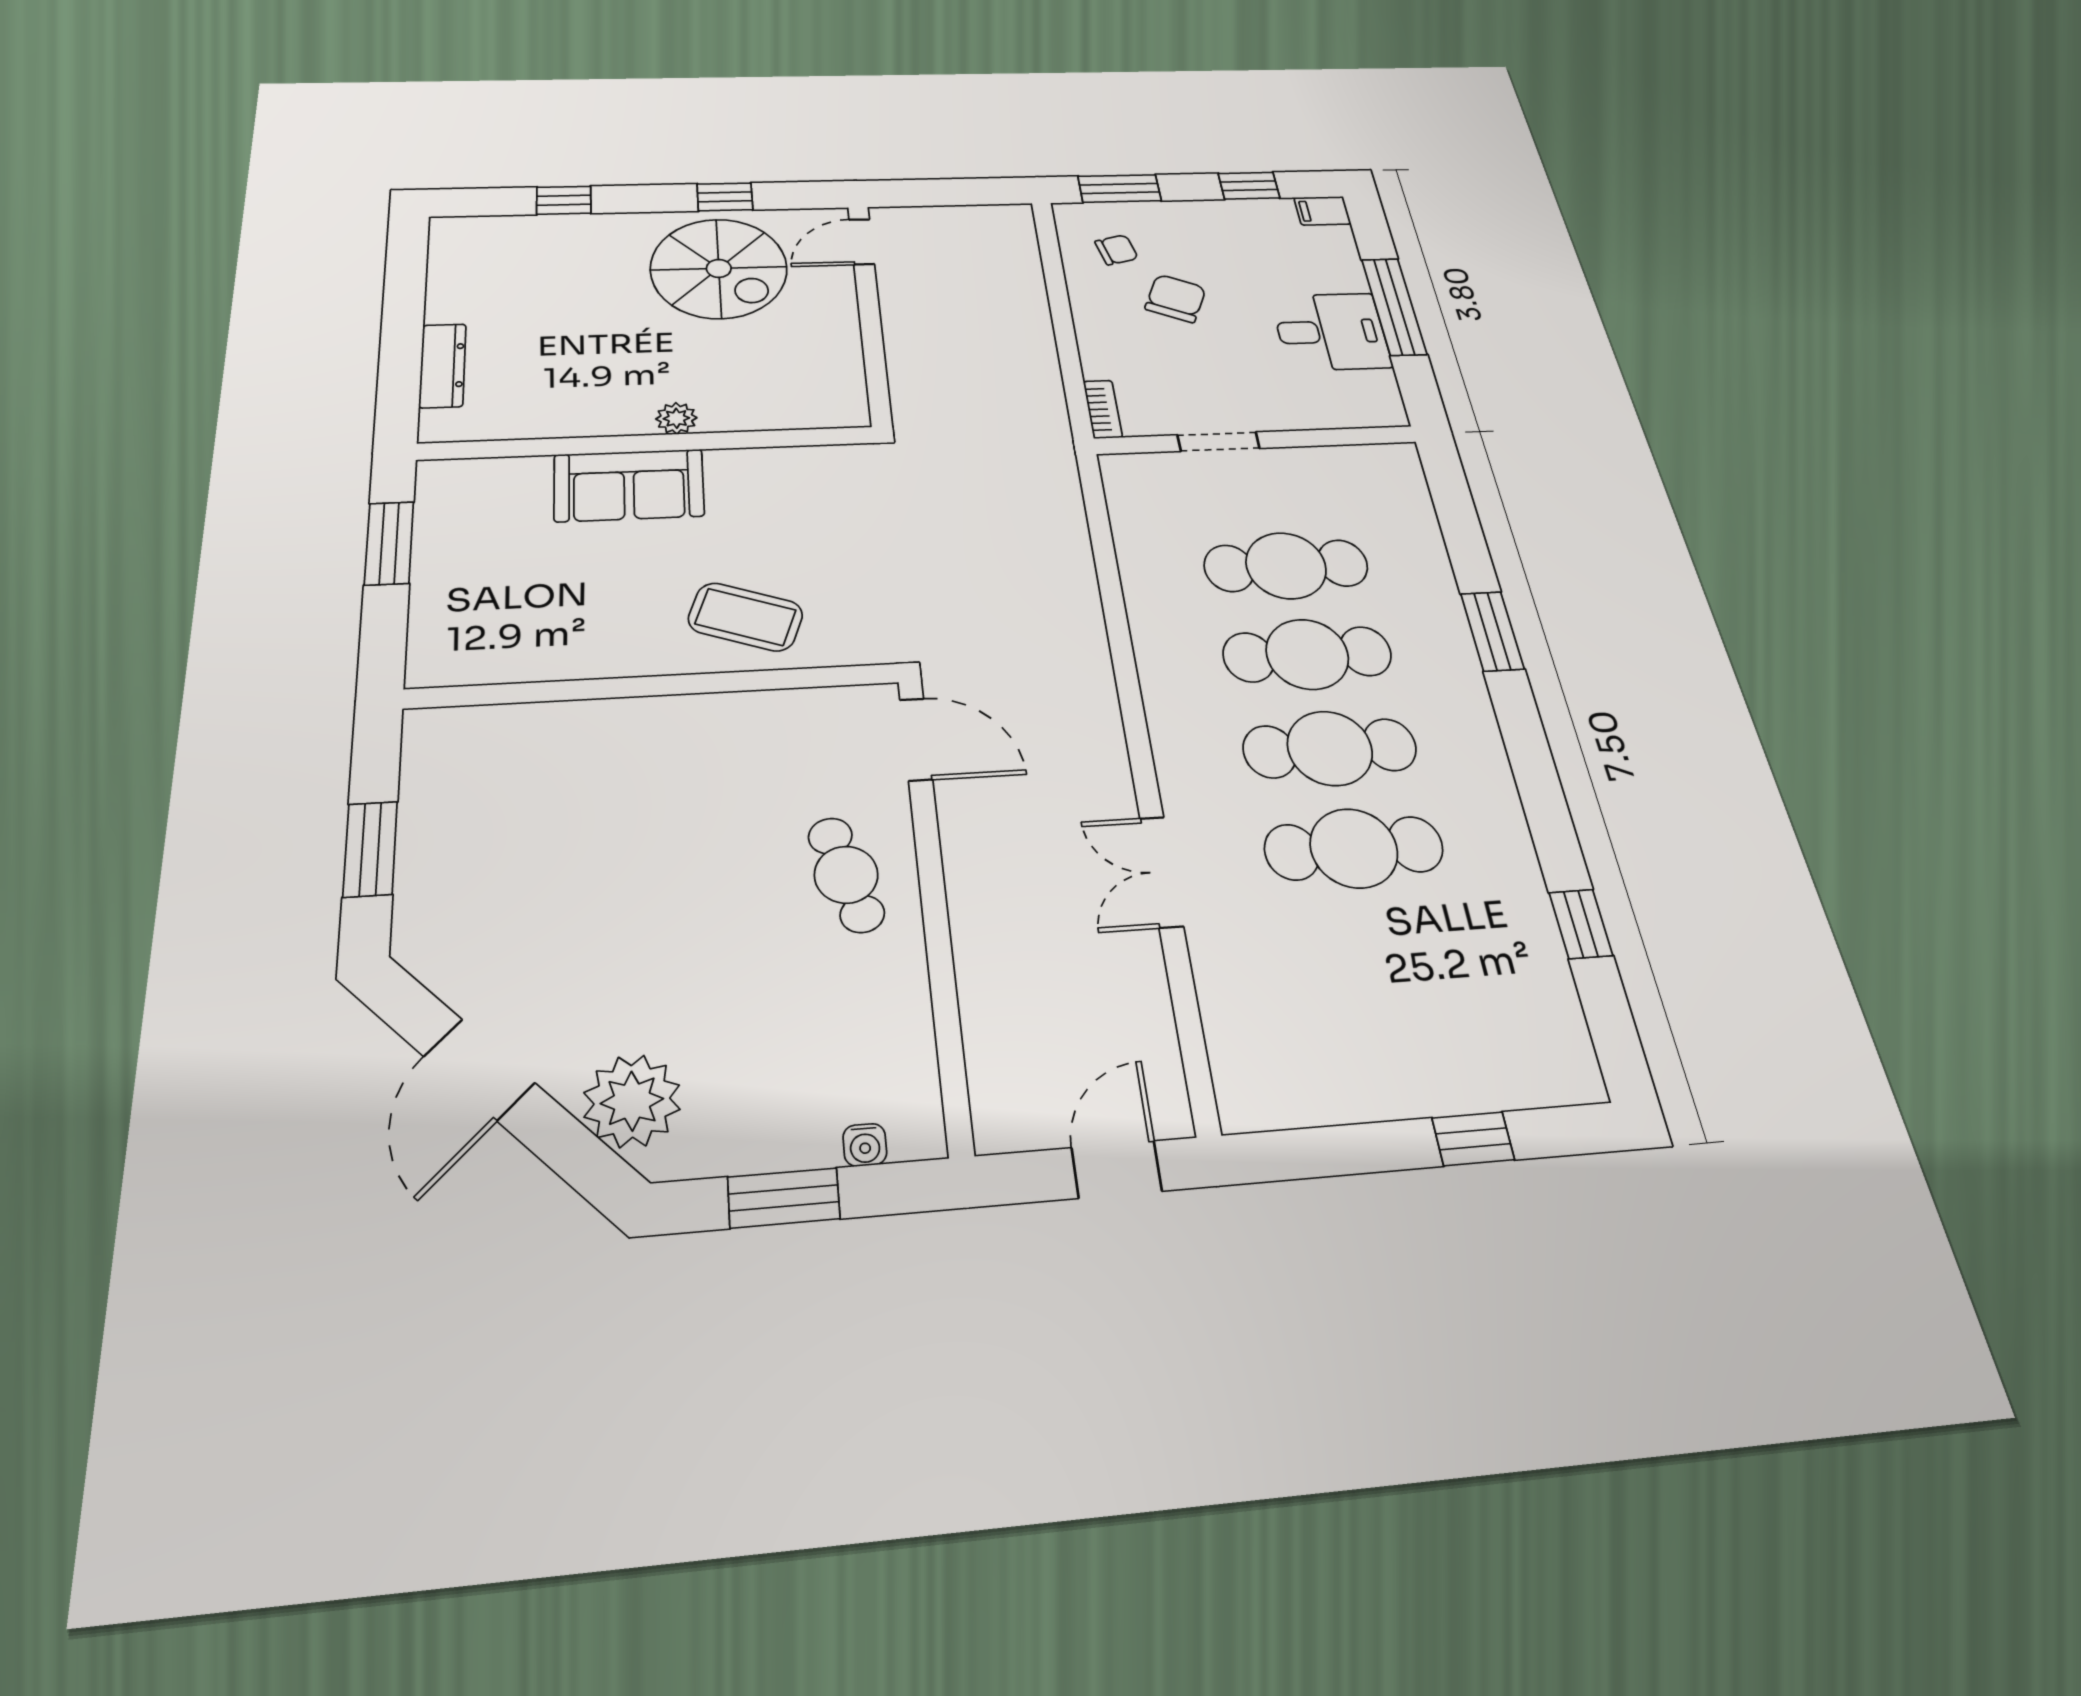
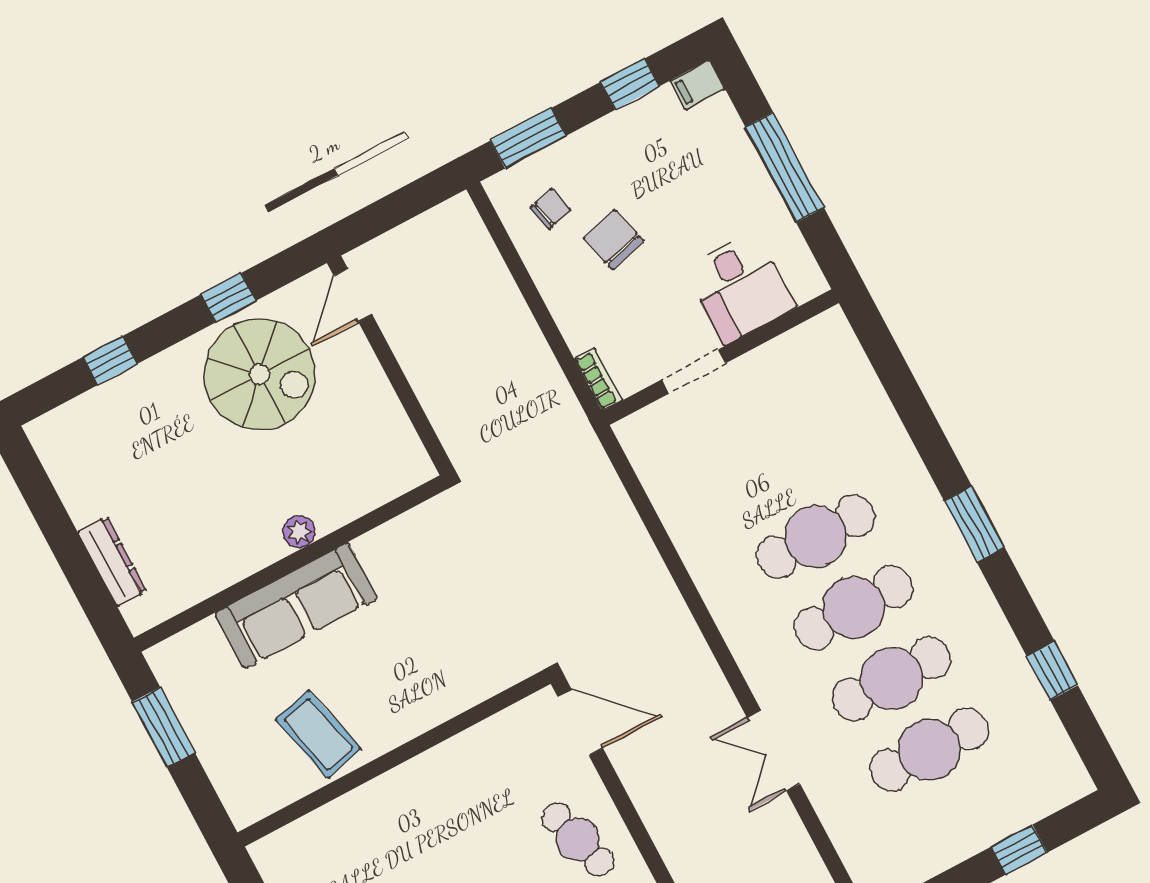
chair: (1176, 298) -> (614, 240), turned -39
desk: (1331, 332) -> (740, 287), moved, turned 90
sofa: (629, 485) -> (296, 606), width x1.36
cafe table: (1286, 566) -> (929, 750), moved
coffee table: (745, 617) -> (318, 734), moved, turned 56
window: (1492, 631) -> (974, 524), moved

